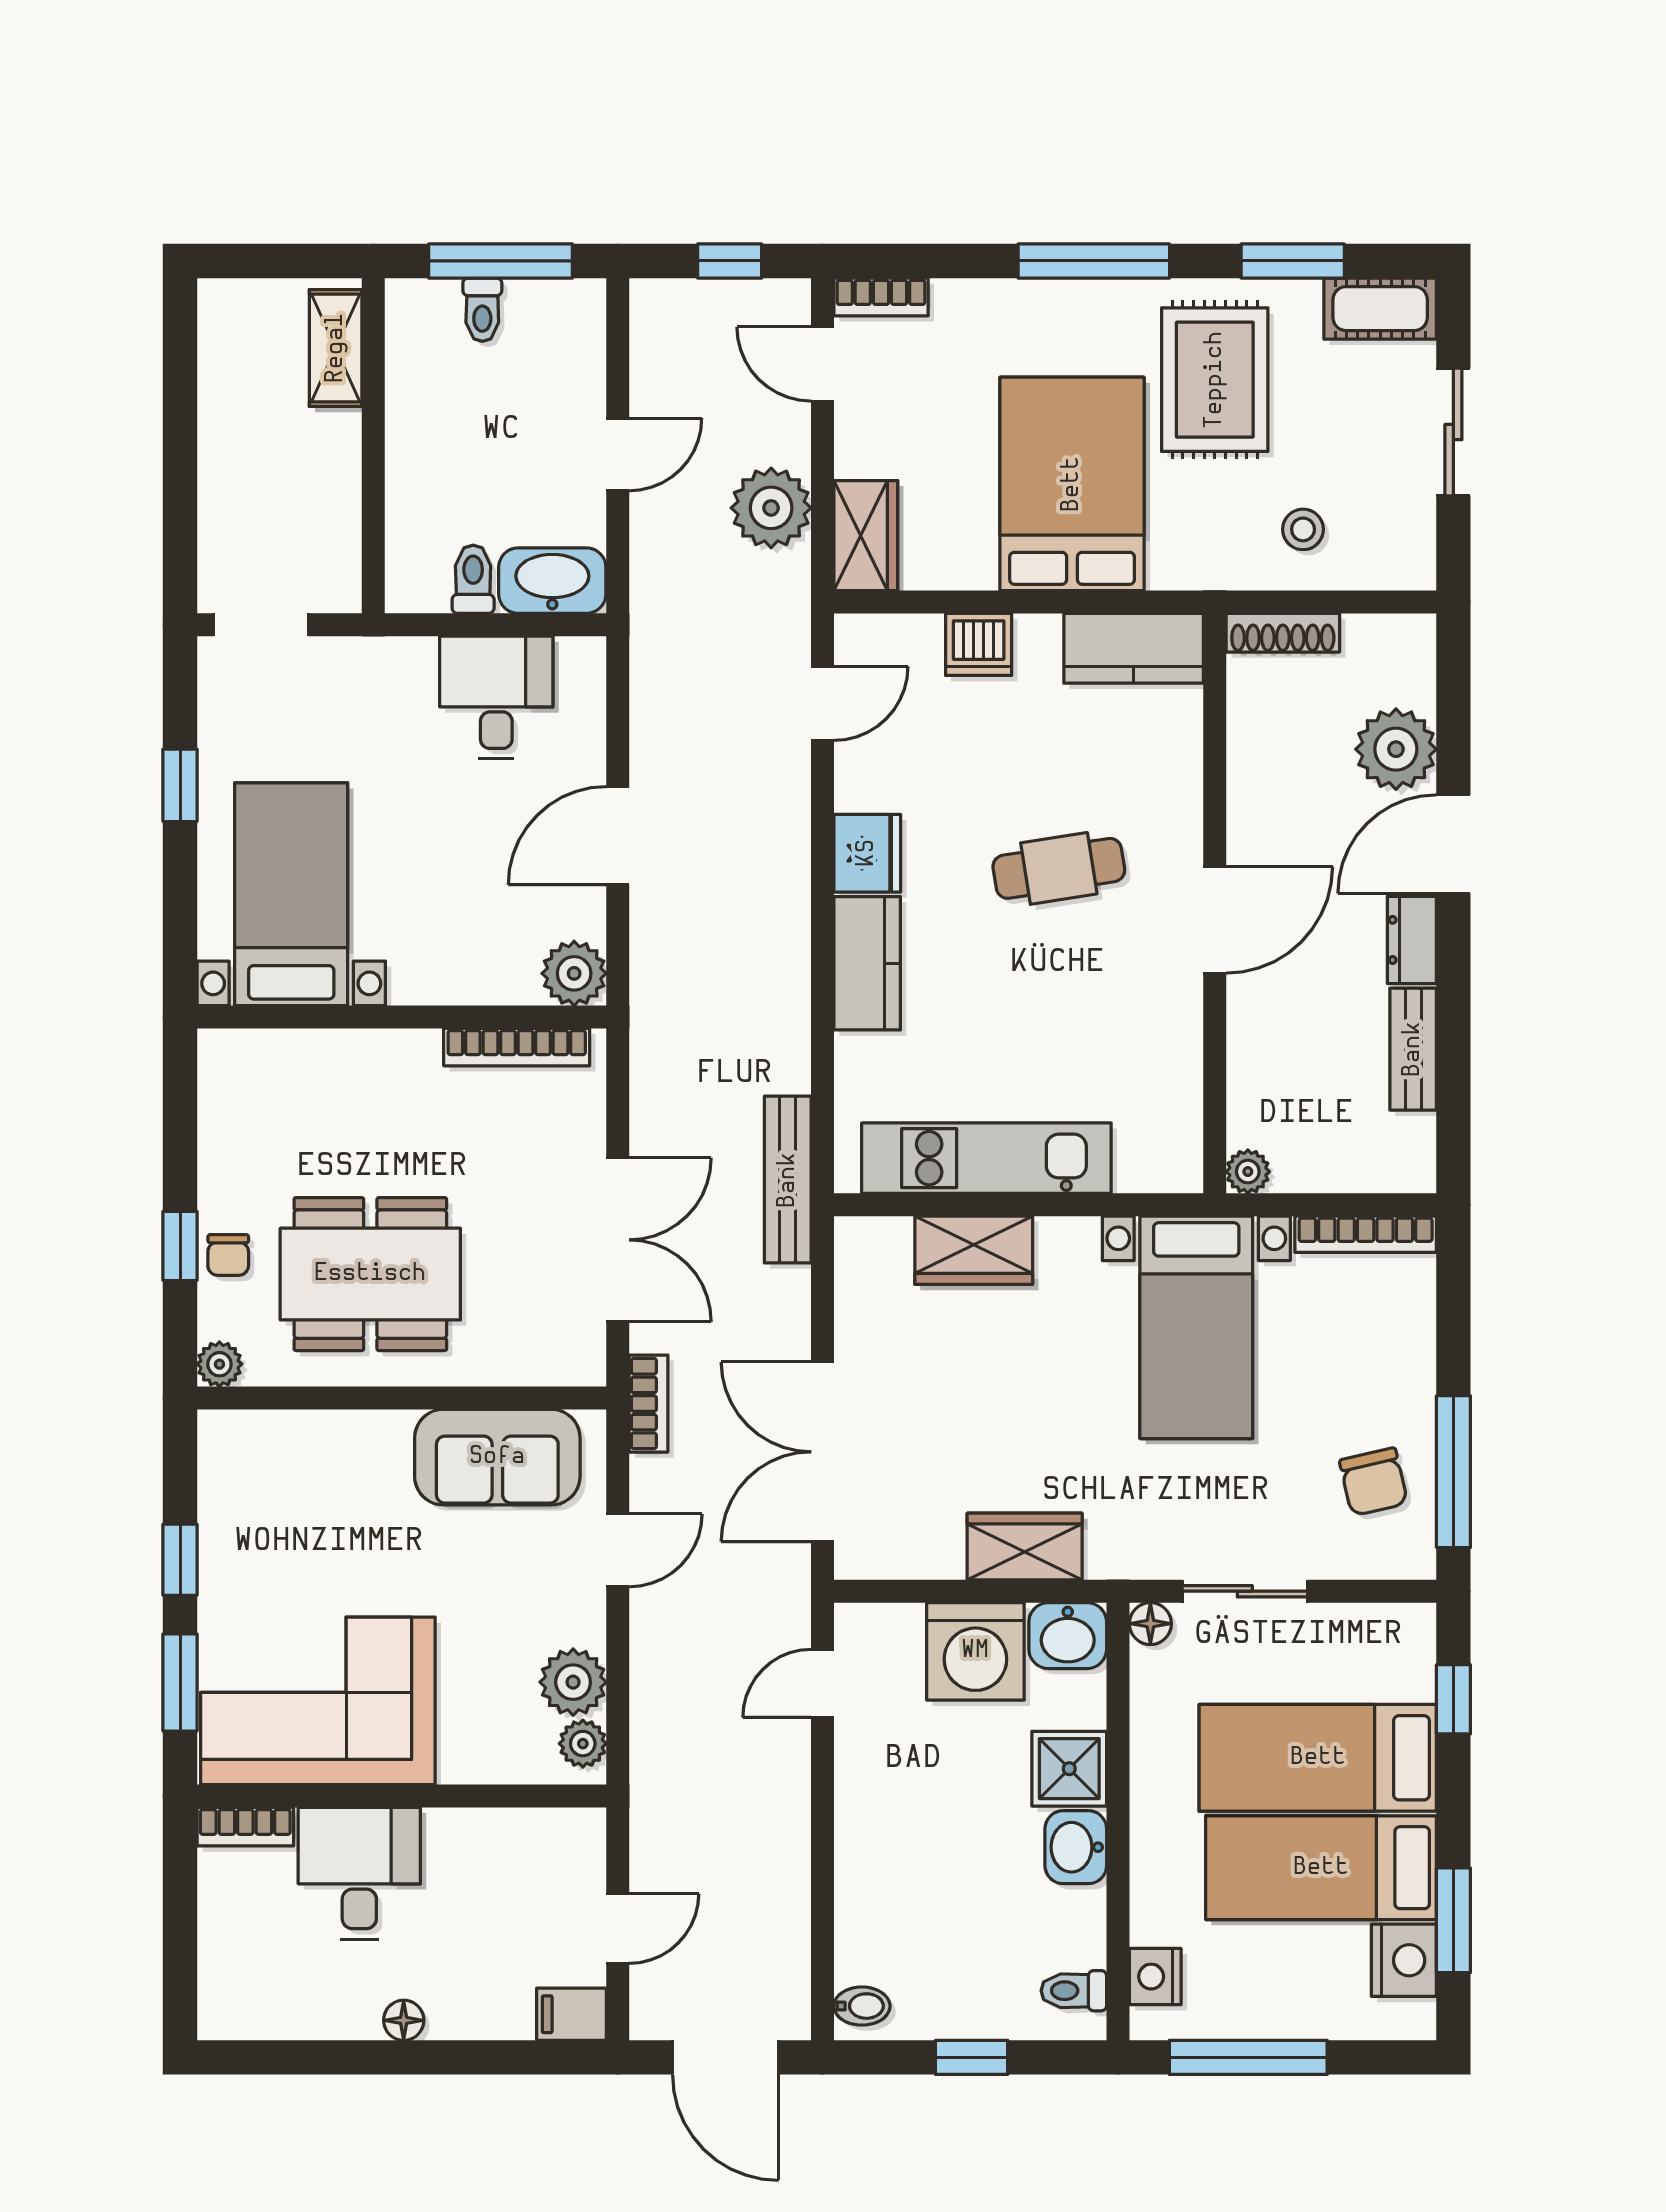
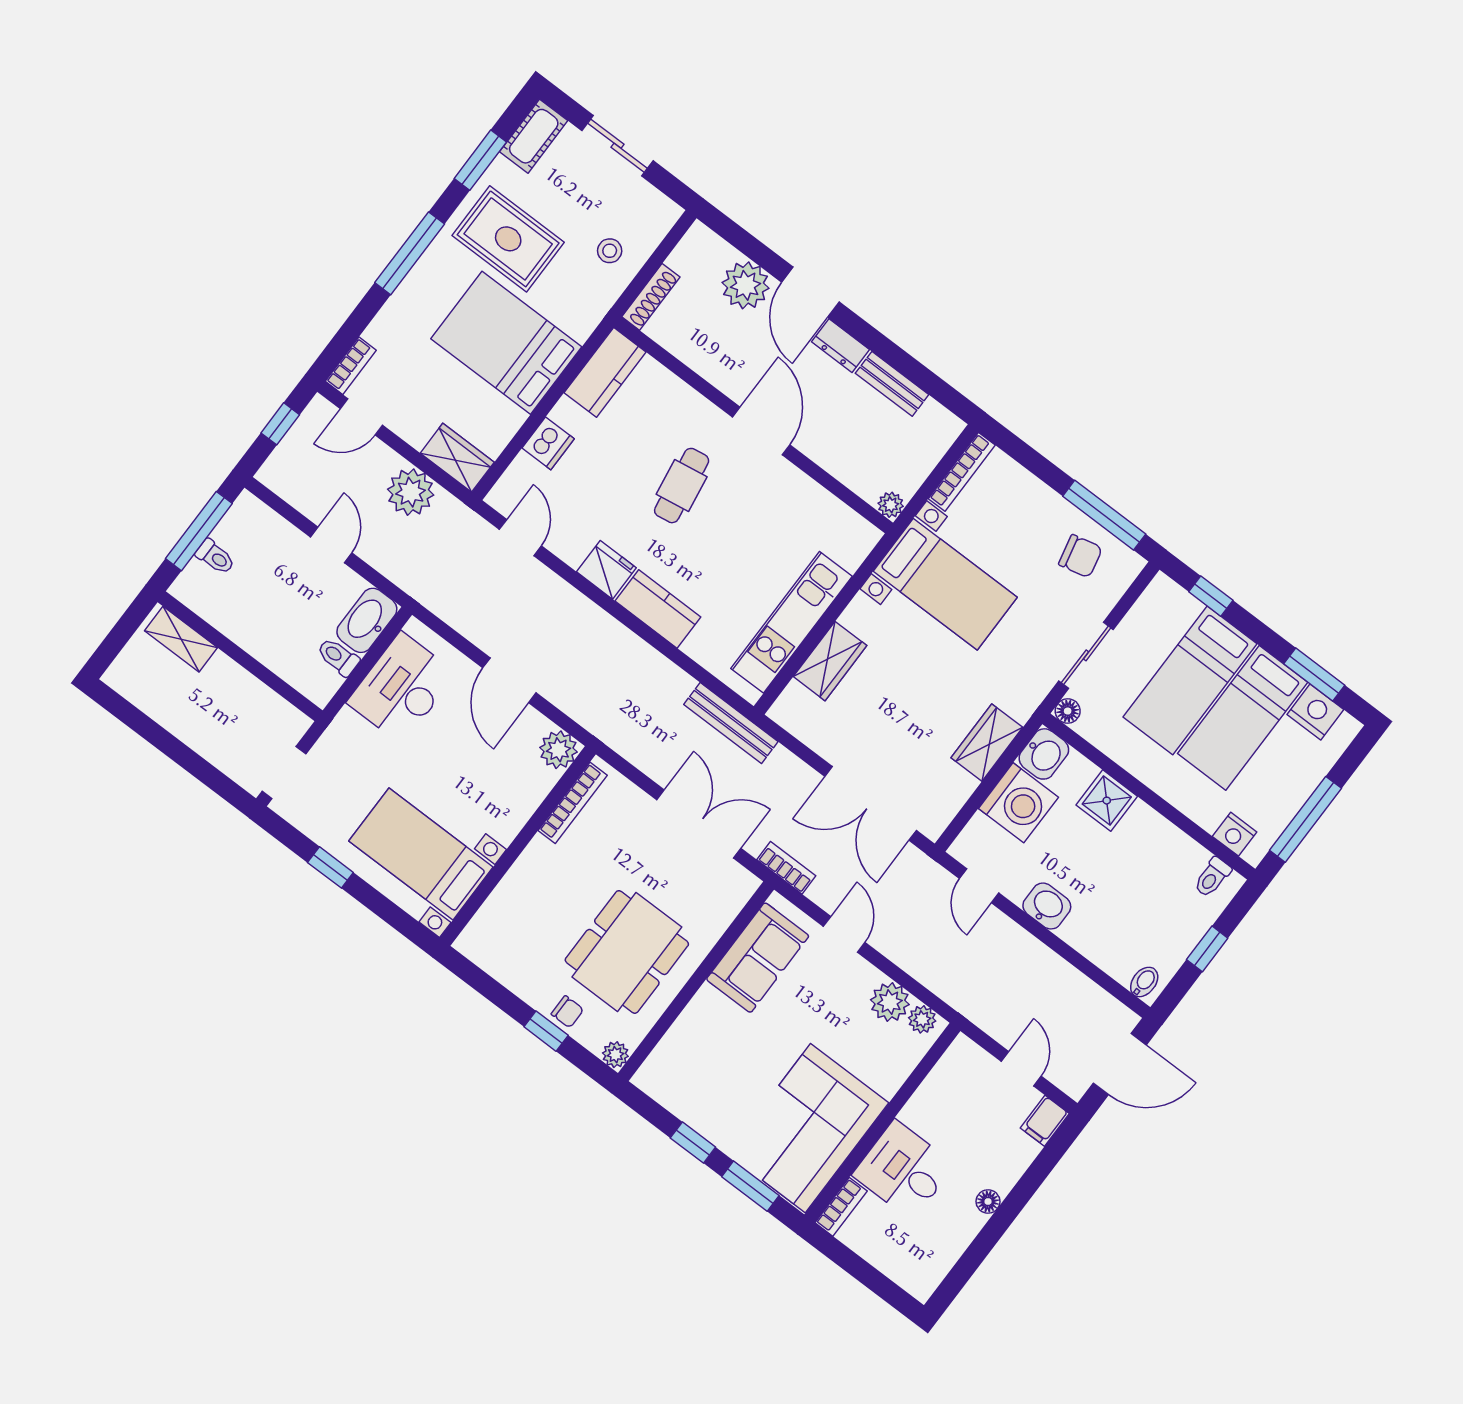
desk: (496, 697) -> (402, 688), width x1.37
washbasin: (1076, 1847) -> (1047, 906), moved, turned 180

